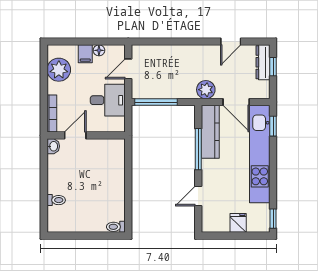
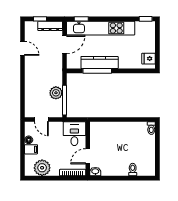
dresser: (263, 62) -> (50, 26), moved
plant: (206, 90) -> (56, 93), moved
desk: (108, 100) -> (74, 134), moved
kitchen counter: (210, 132) -> (100, 62), moved
door: (75, 135) -> (88, 156), hinge flipped
door: (198, 196) -> (130, 71), removed
fridge: (238, 223) -> (149, 59), moved

